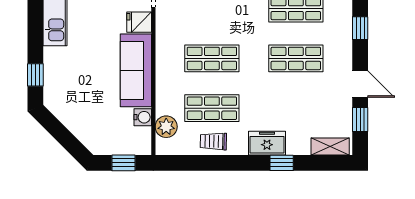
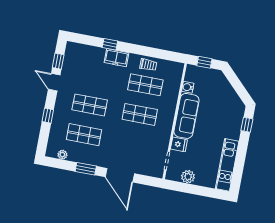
plant: (166, 127) -> (175, 79), removed
shelving: (330, 147) -> (79, 48), removed

